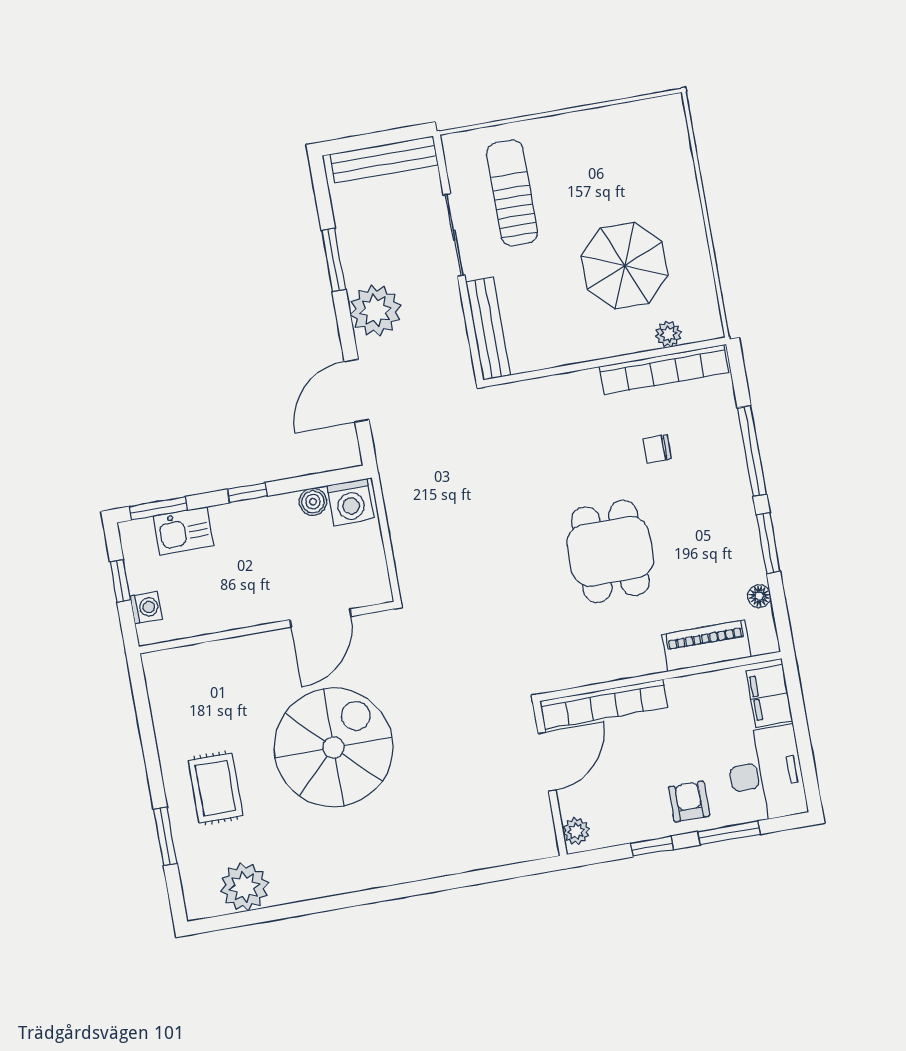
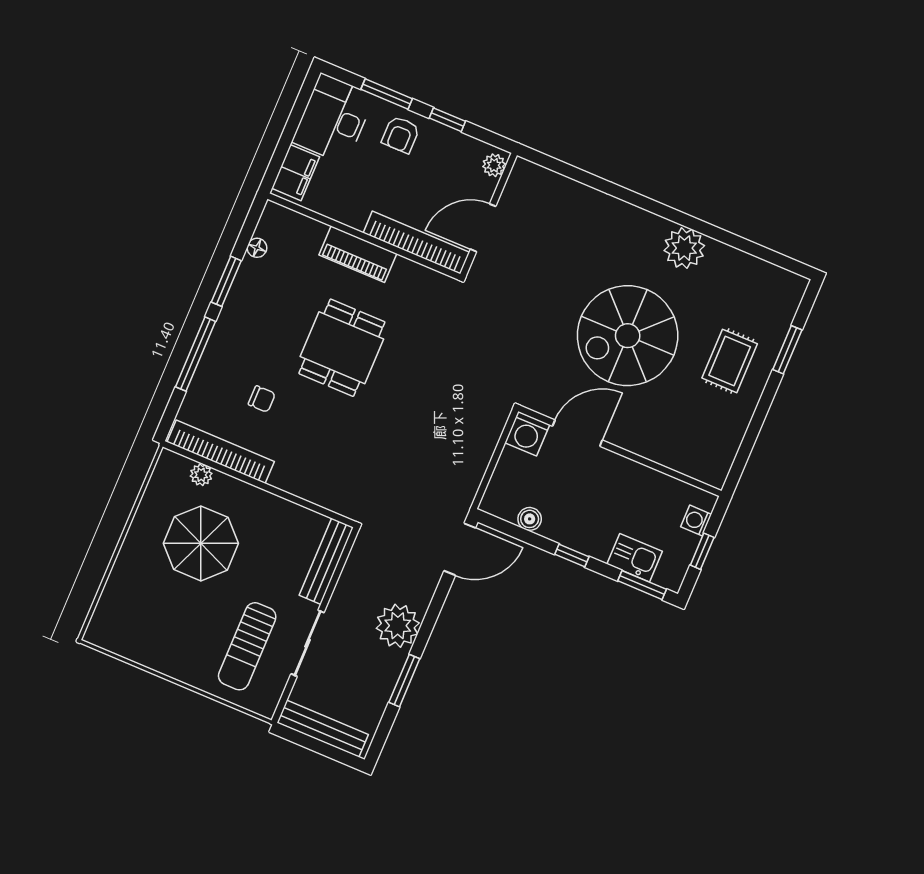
door: (357, 391) -> (460, 549), moved
washing machine: (350, 502) -> (527, 434), moved, turned 180
piano: (706, 646) -> (358, 254), moved
plant: (245, 887) -> (684, 248), moved

